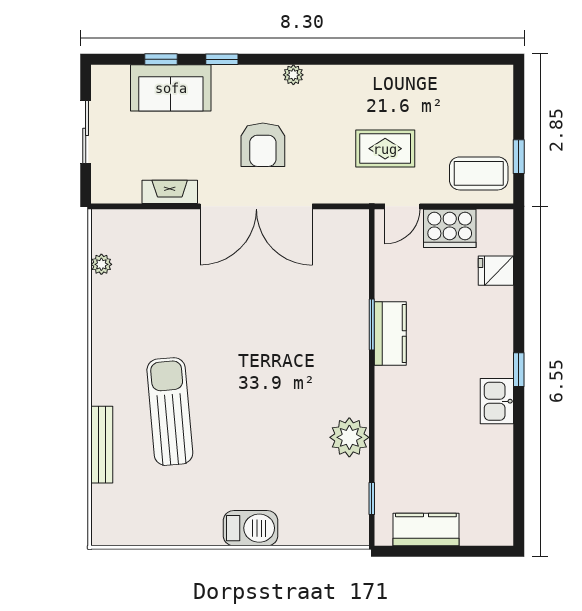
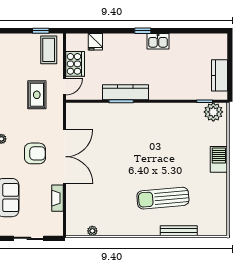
door: (402, 206) -> (65, 87), hinge flipped
kitchen counter: (390, 334) -> (126, 92), width x1.50
plant: (349, 437) -> (213, 112), moved

